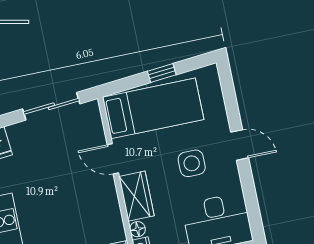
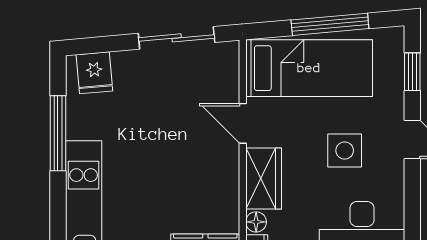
window: (162, 73) -> (330, 24), width x2.17
window: (229, 95) -> (412, 72), added

